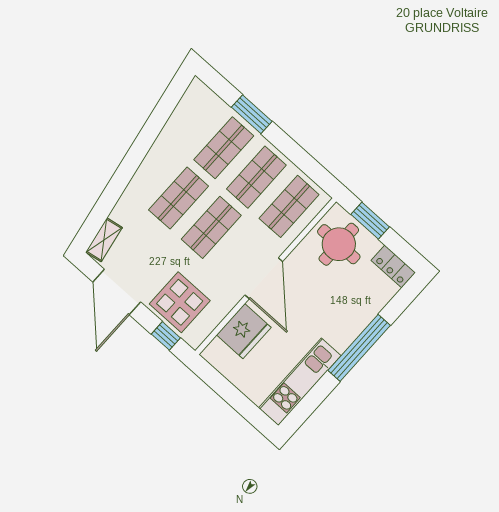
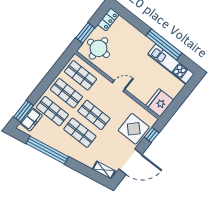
freezer: (210, 106) -> (31, 119), added
window: (252, 114) -> (23, 111), moved
window: (149, 133) -> (47, 150), added
door: (264, 278) -> (119, 86), width x0.53
fridge: (244, 331) -> (160, 103), moved, turned -90
window: (359, 348) -> (164, 44), moved

